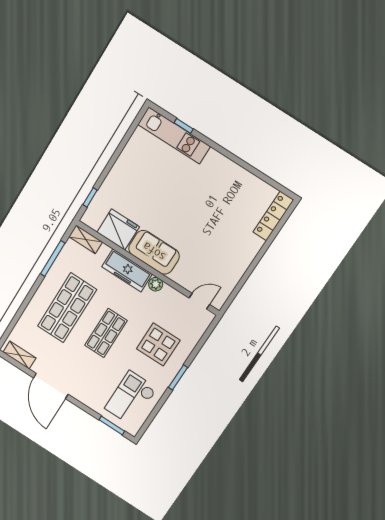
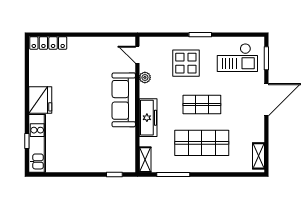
fridge: (118, 230) -> (40, 100), moved, turned 180
sofa: (154, 252) -> (124, 100), width x1.36
plant: (156, 284) -> (145, 77), moved
door: (51, 386) -> (266, 100), moved

